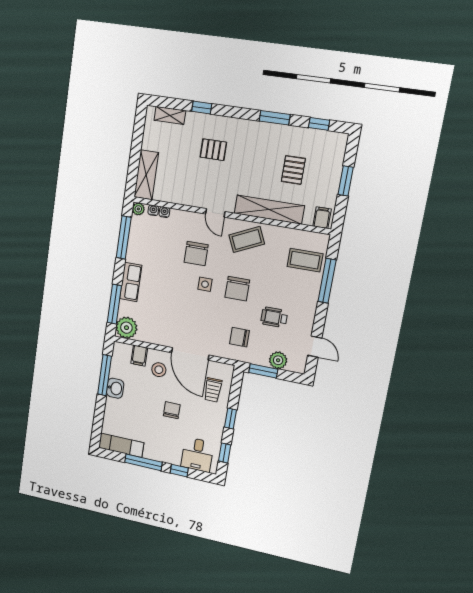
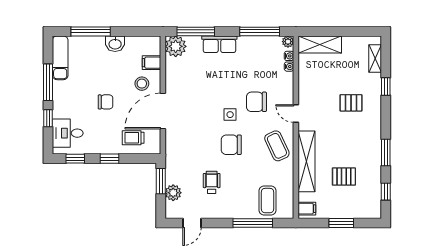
pallet: (213, 150) -> (351, 103), turned 90
door: (215, 213) -> (296, 114), hinge flipped
chair: (240, 337) -> (187, 154), removed
window: (105, 375) -> (91, 31), moved

